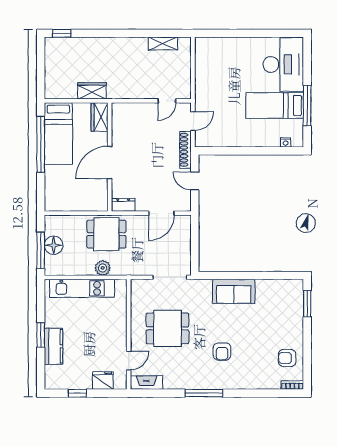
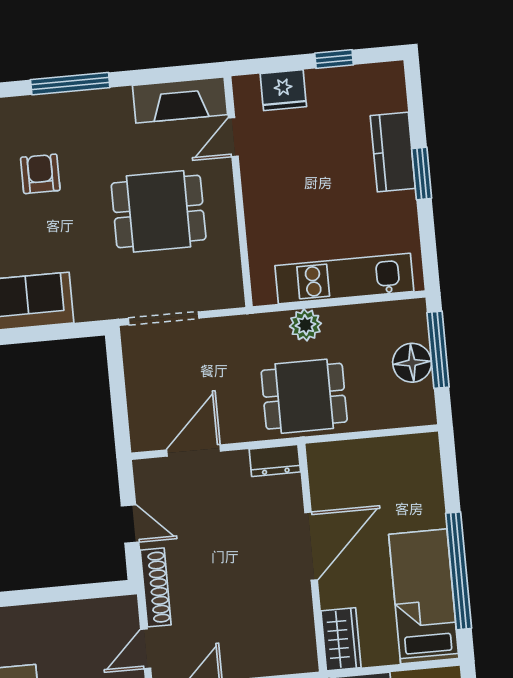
fireplace: (146, 383) -> (180, 100), width x1.37, depth x1.32

